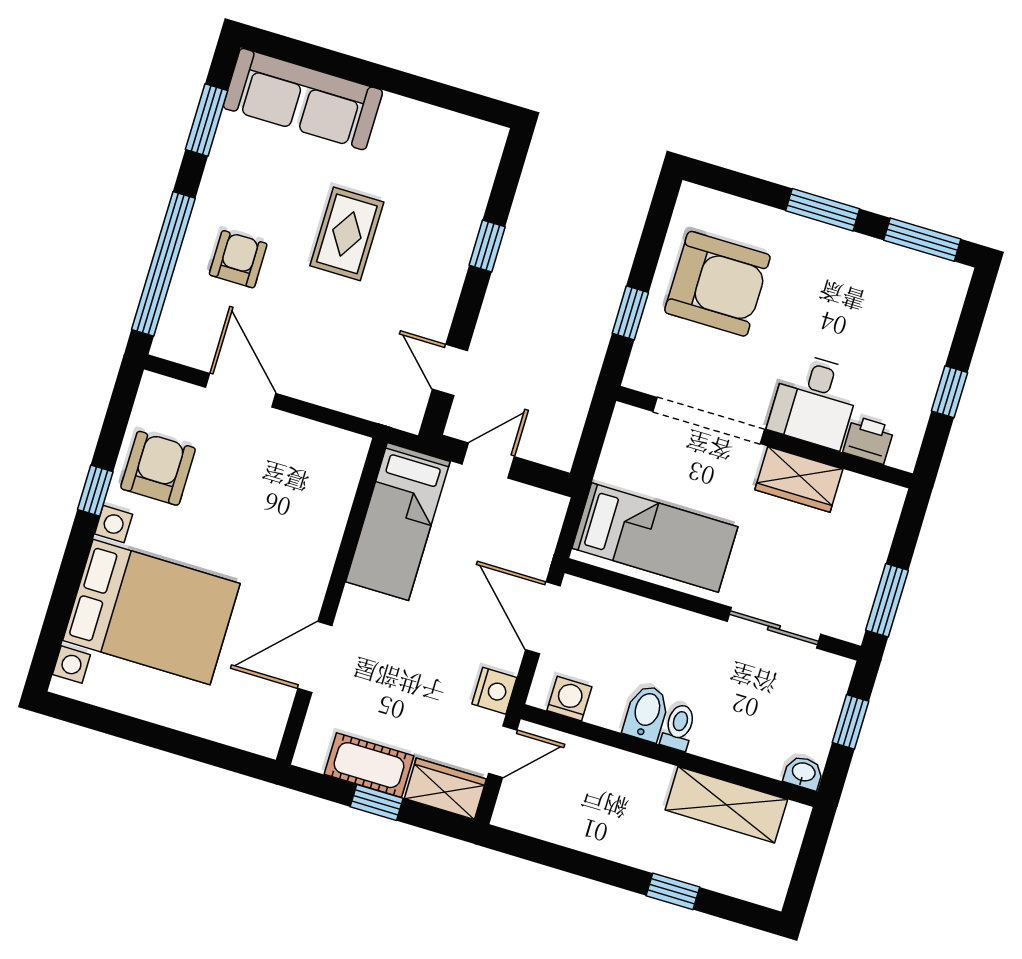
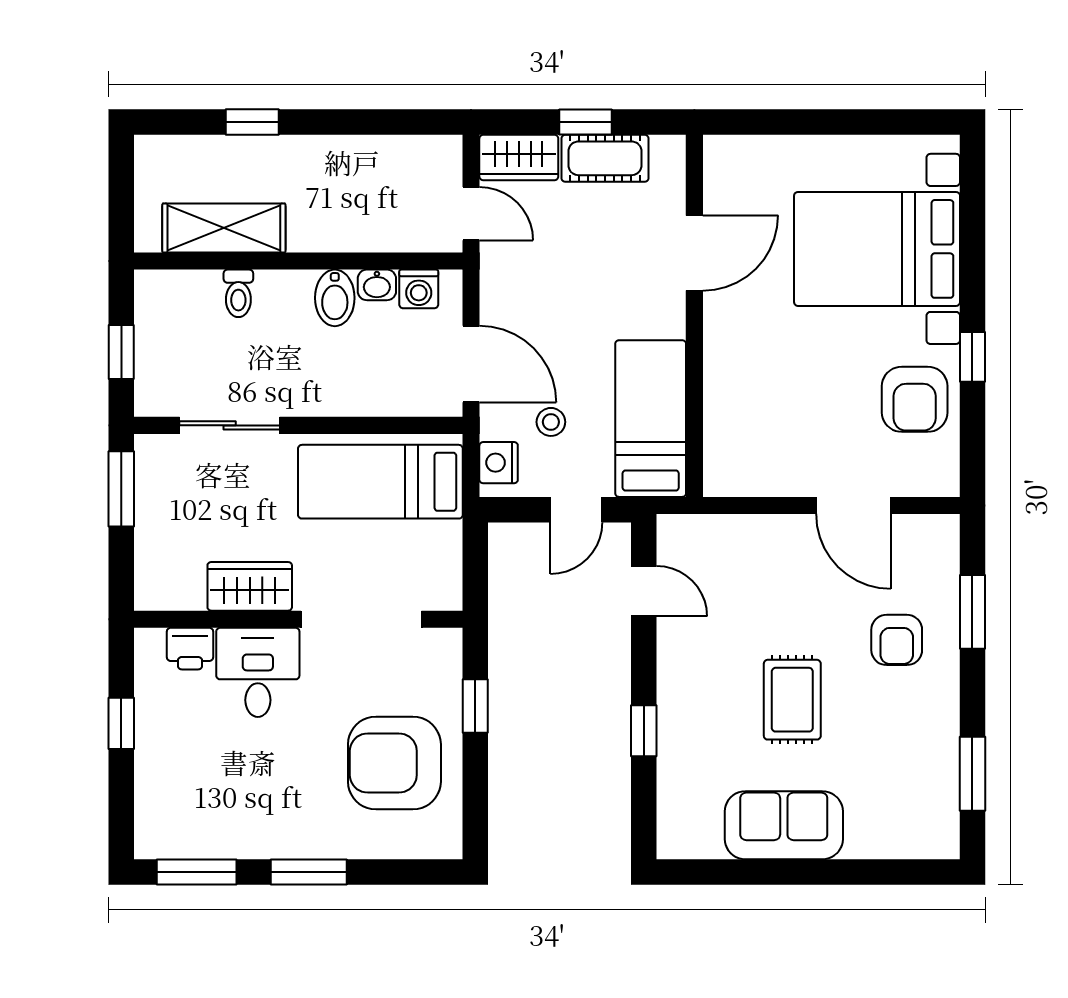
sofa: (303, 99) -> (784, 825), moved, width x0.73
window: (163, 264) -> (972, 612), width x0.47
stool: (487, 545) -> (551, 422), added
nightstand: (494, 691) -> (499, 463), moved
toilet: (679, 727) -> (238, 293), moved
door: (503, 752) -> (471, 214), swing flipped
washbasin: (803, 773) -> (377, 285), moved

